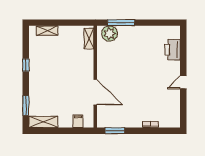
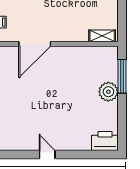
plant: (110, 34) -> (108, 92), moved
printer: (173, 50) -> (105, 141), moved

